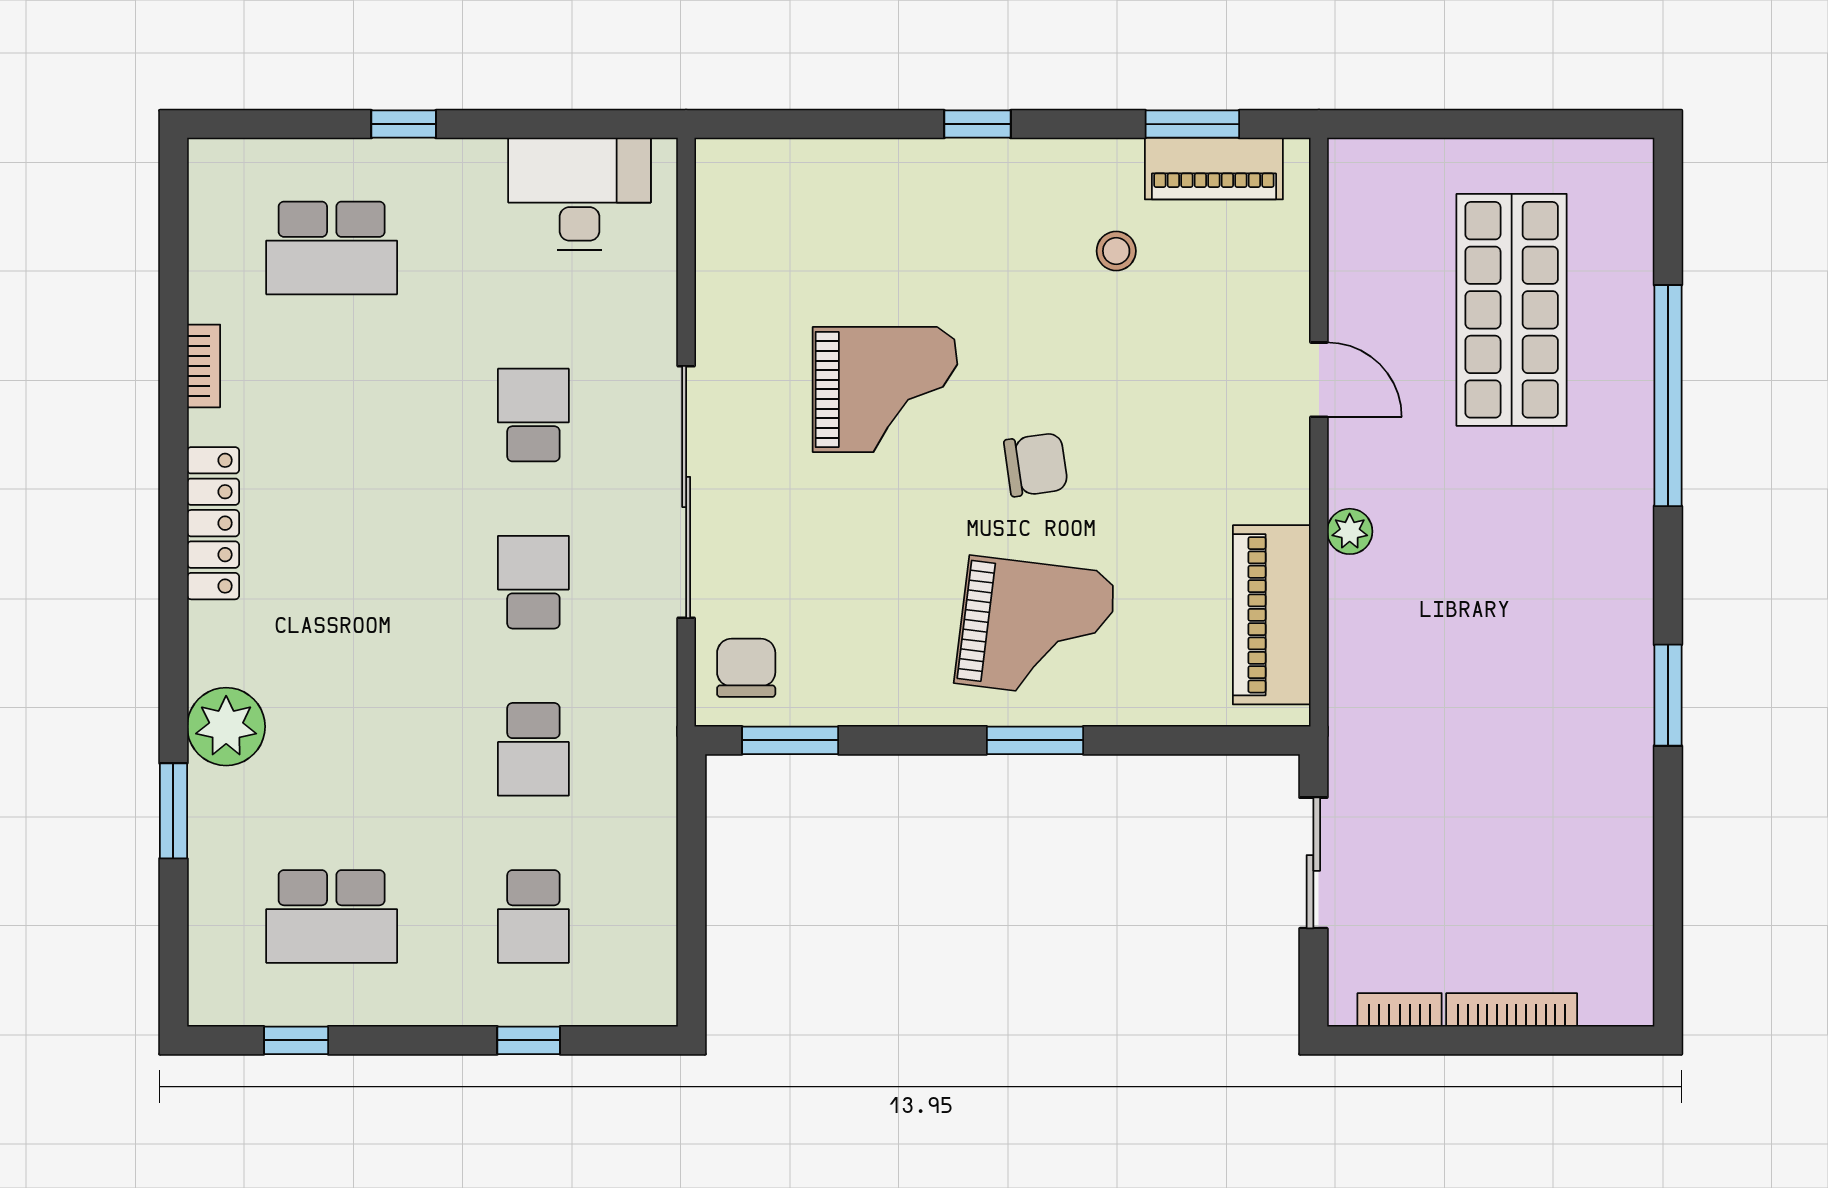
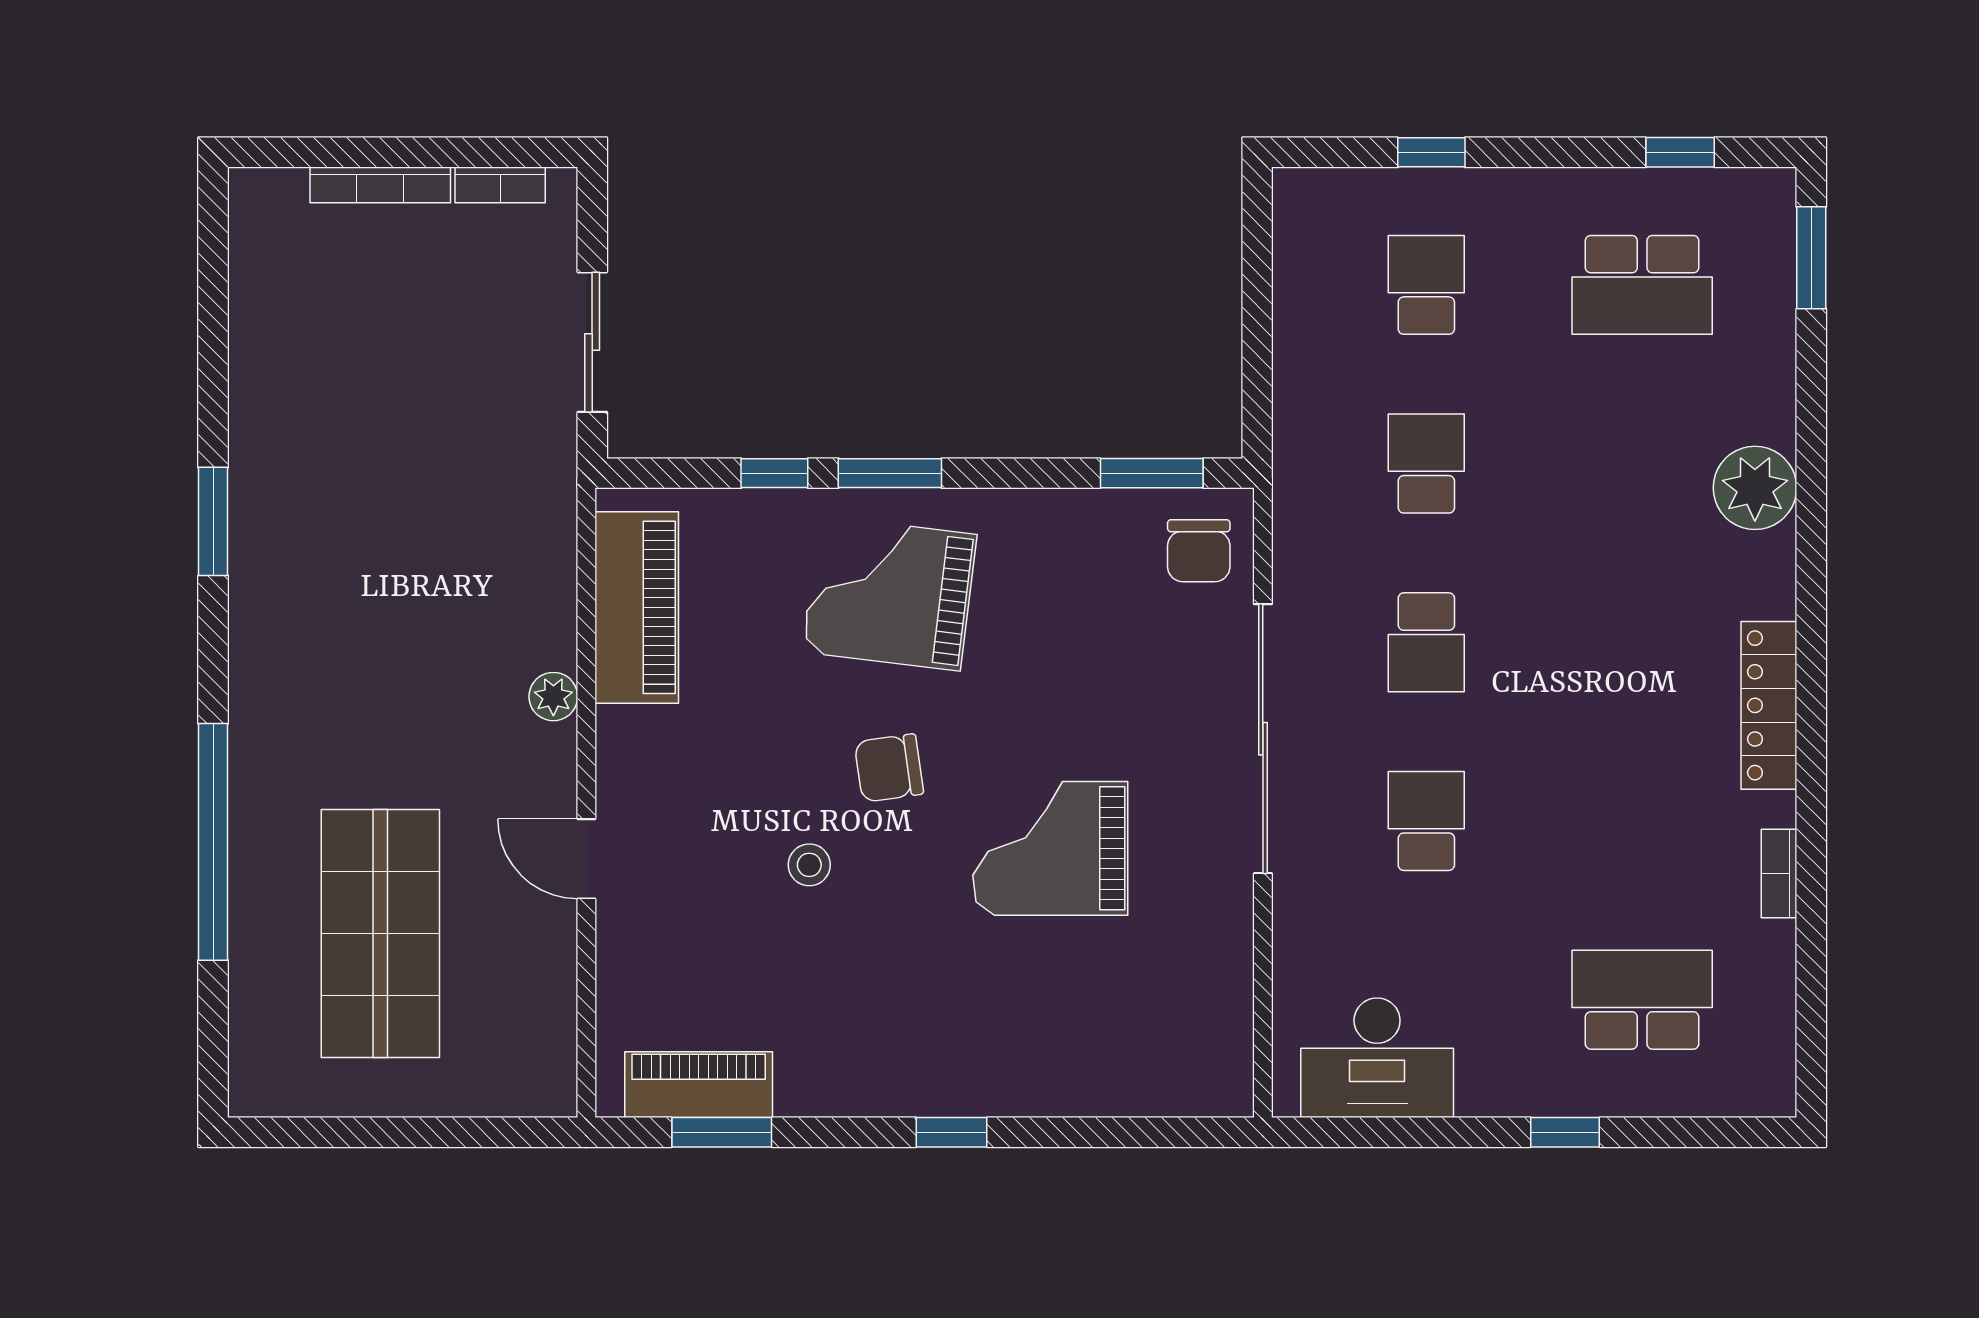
stool: (1116, 251) -> (809, 865), moved
school desk: (533, 415) -> (1426, 821), turned 180
window: (1143, 740) -> (774, 473), added
window: (173, 811) -> (1811, 258), moved
school desk: (332, 916) -> (1642, 285), turned 180

